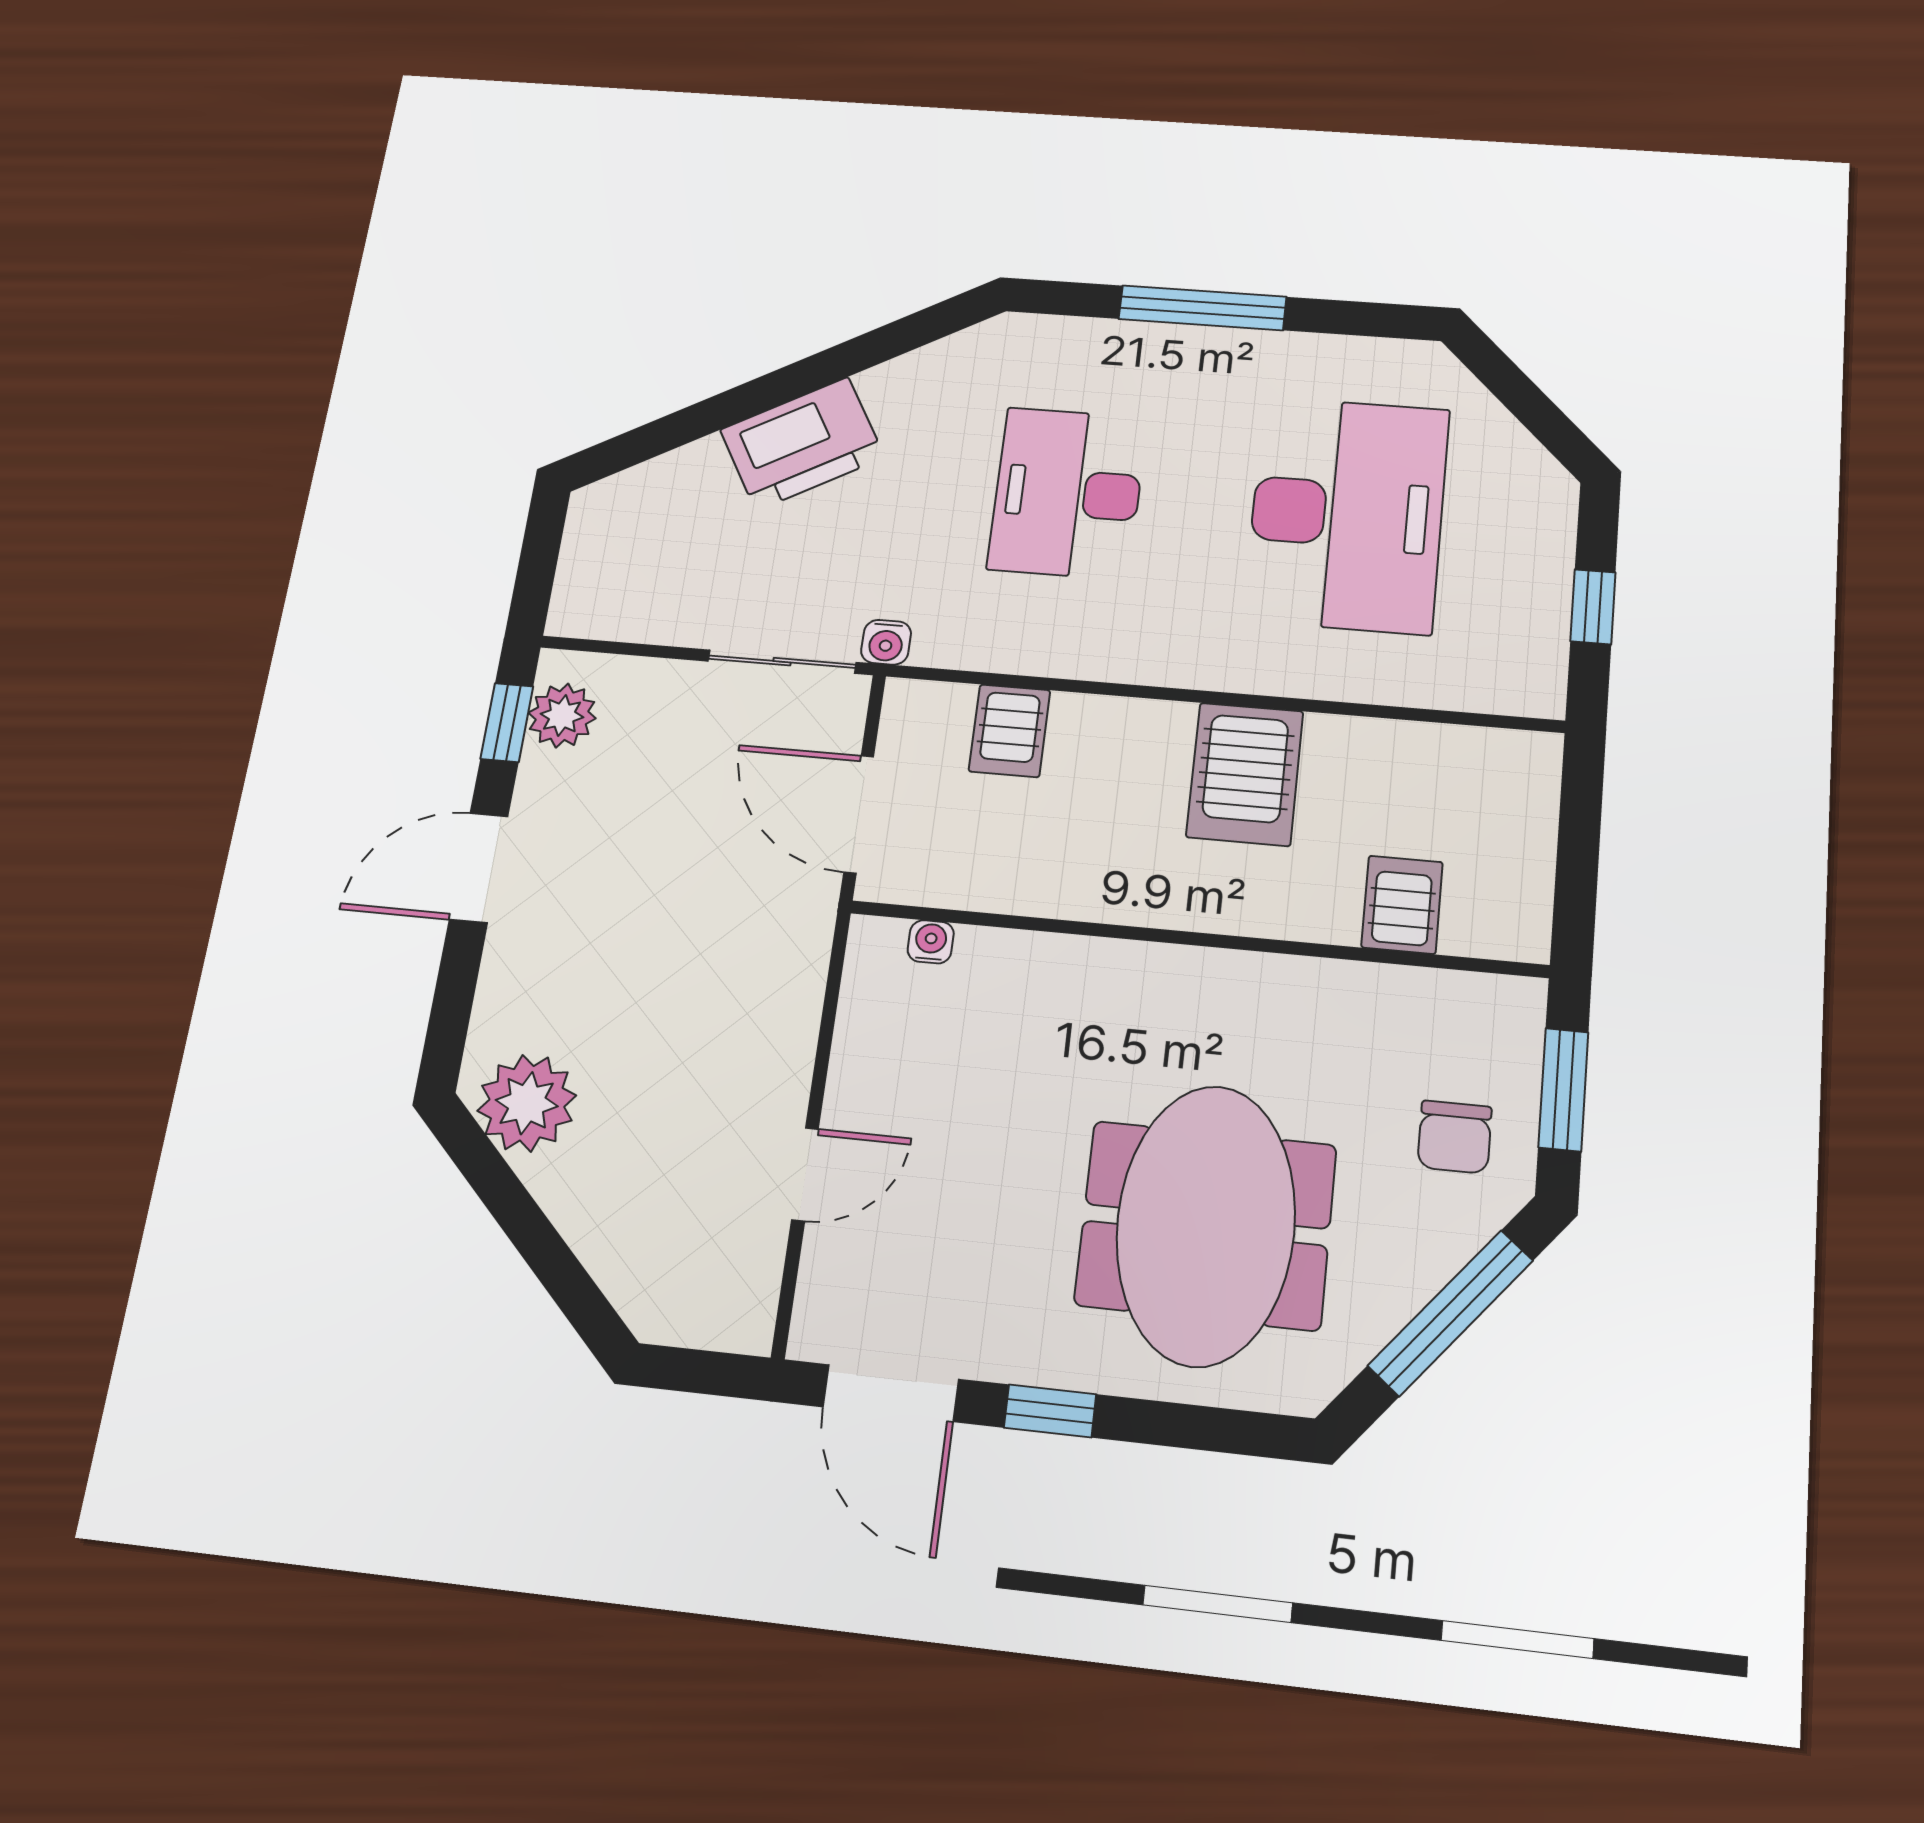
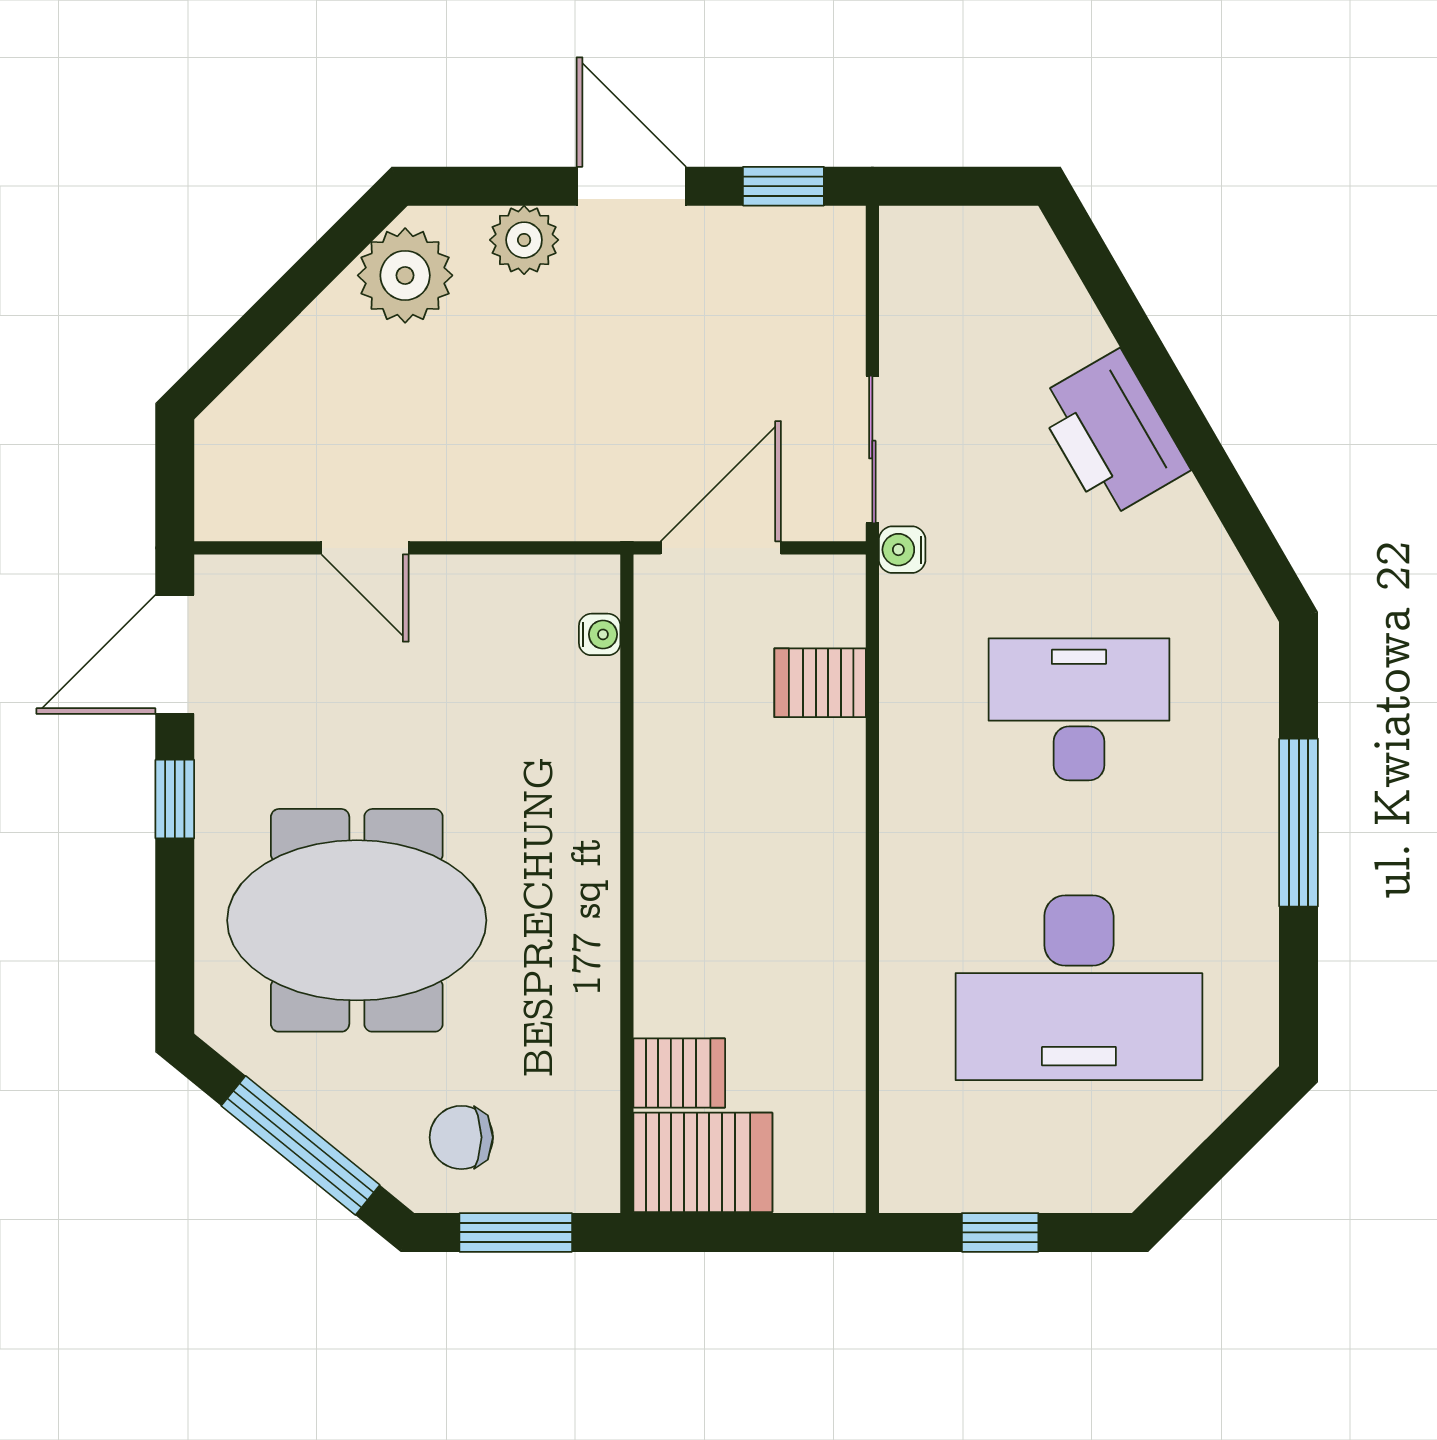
plant: (562, 716) -> (524, 240), moved
server rack: (1245, 774) -> (703, 1162), moved, turned 180

